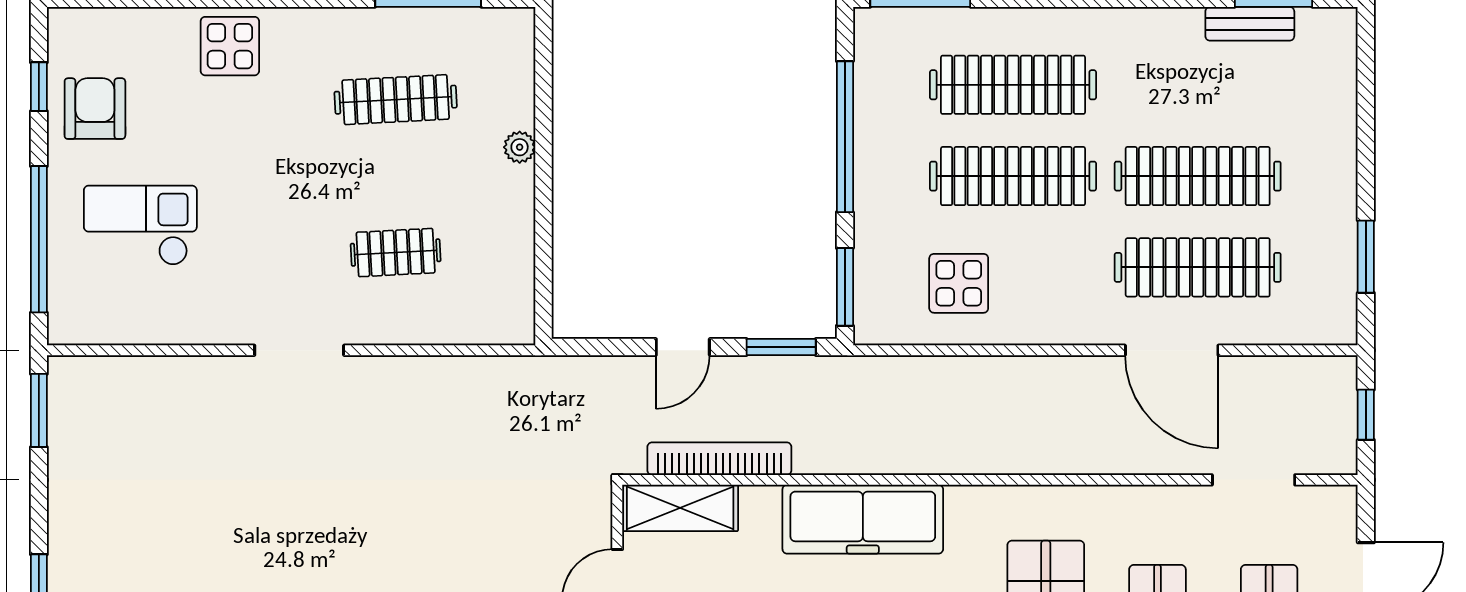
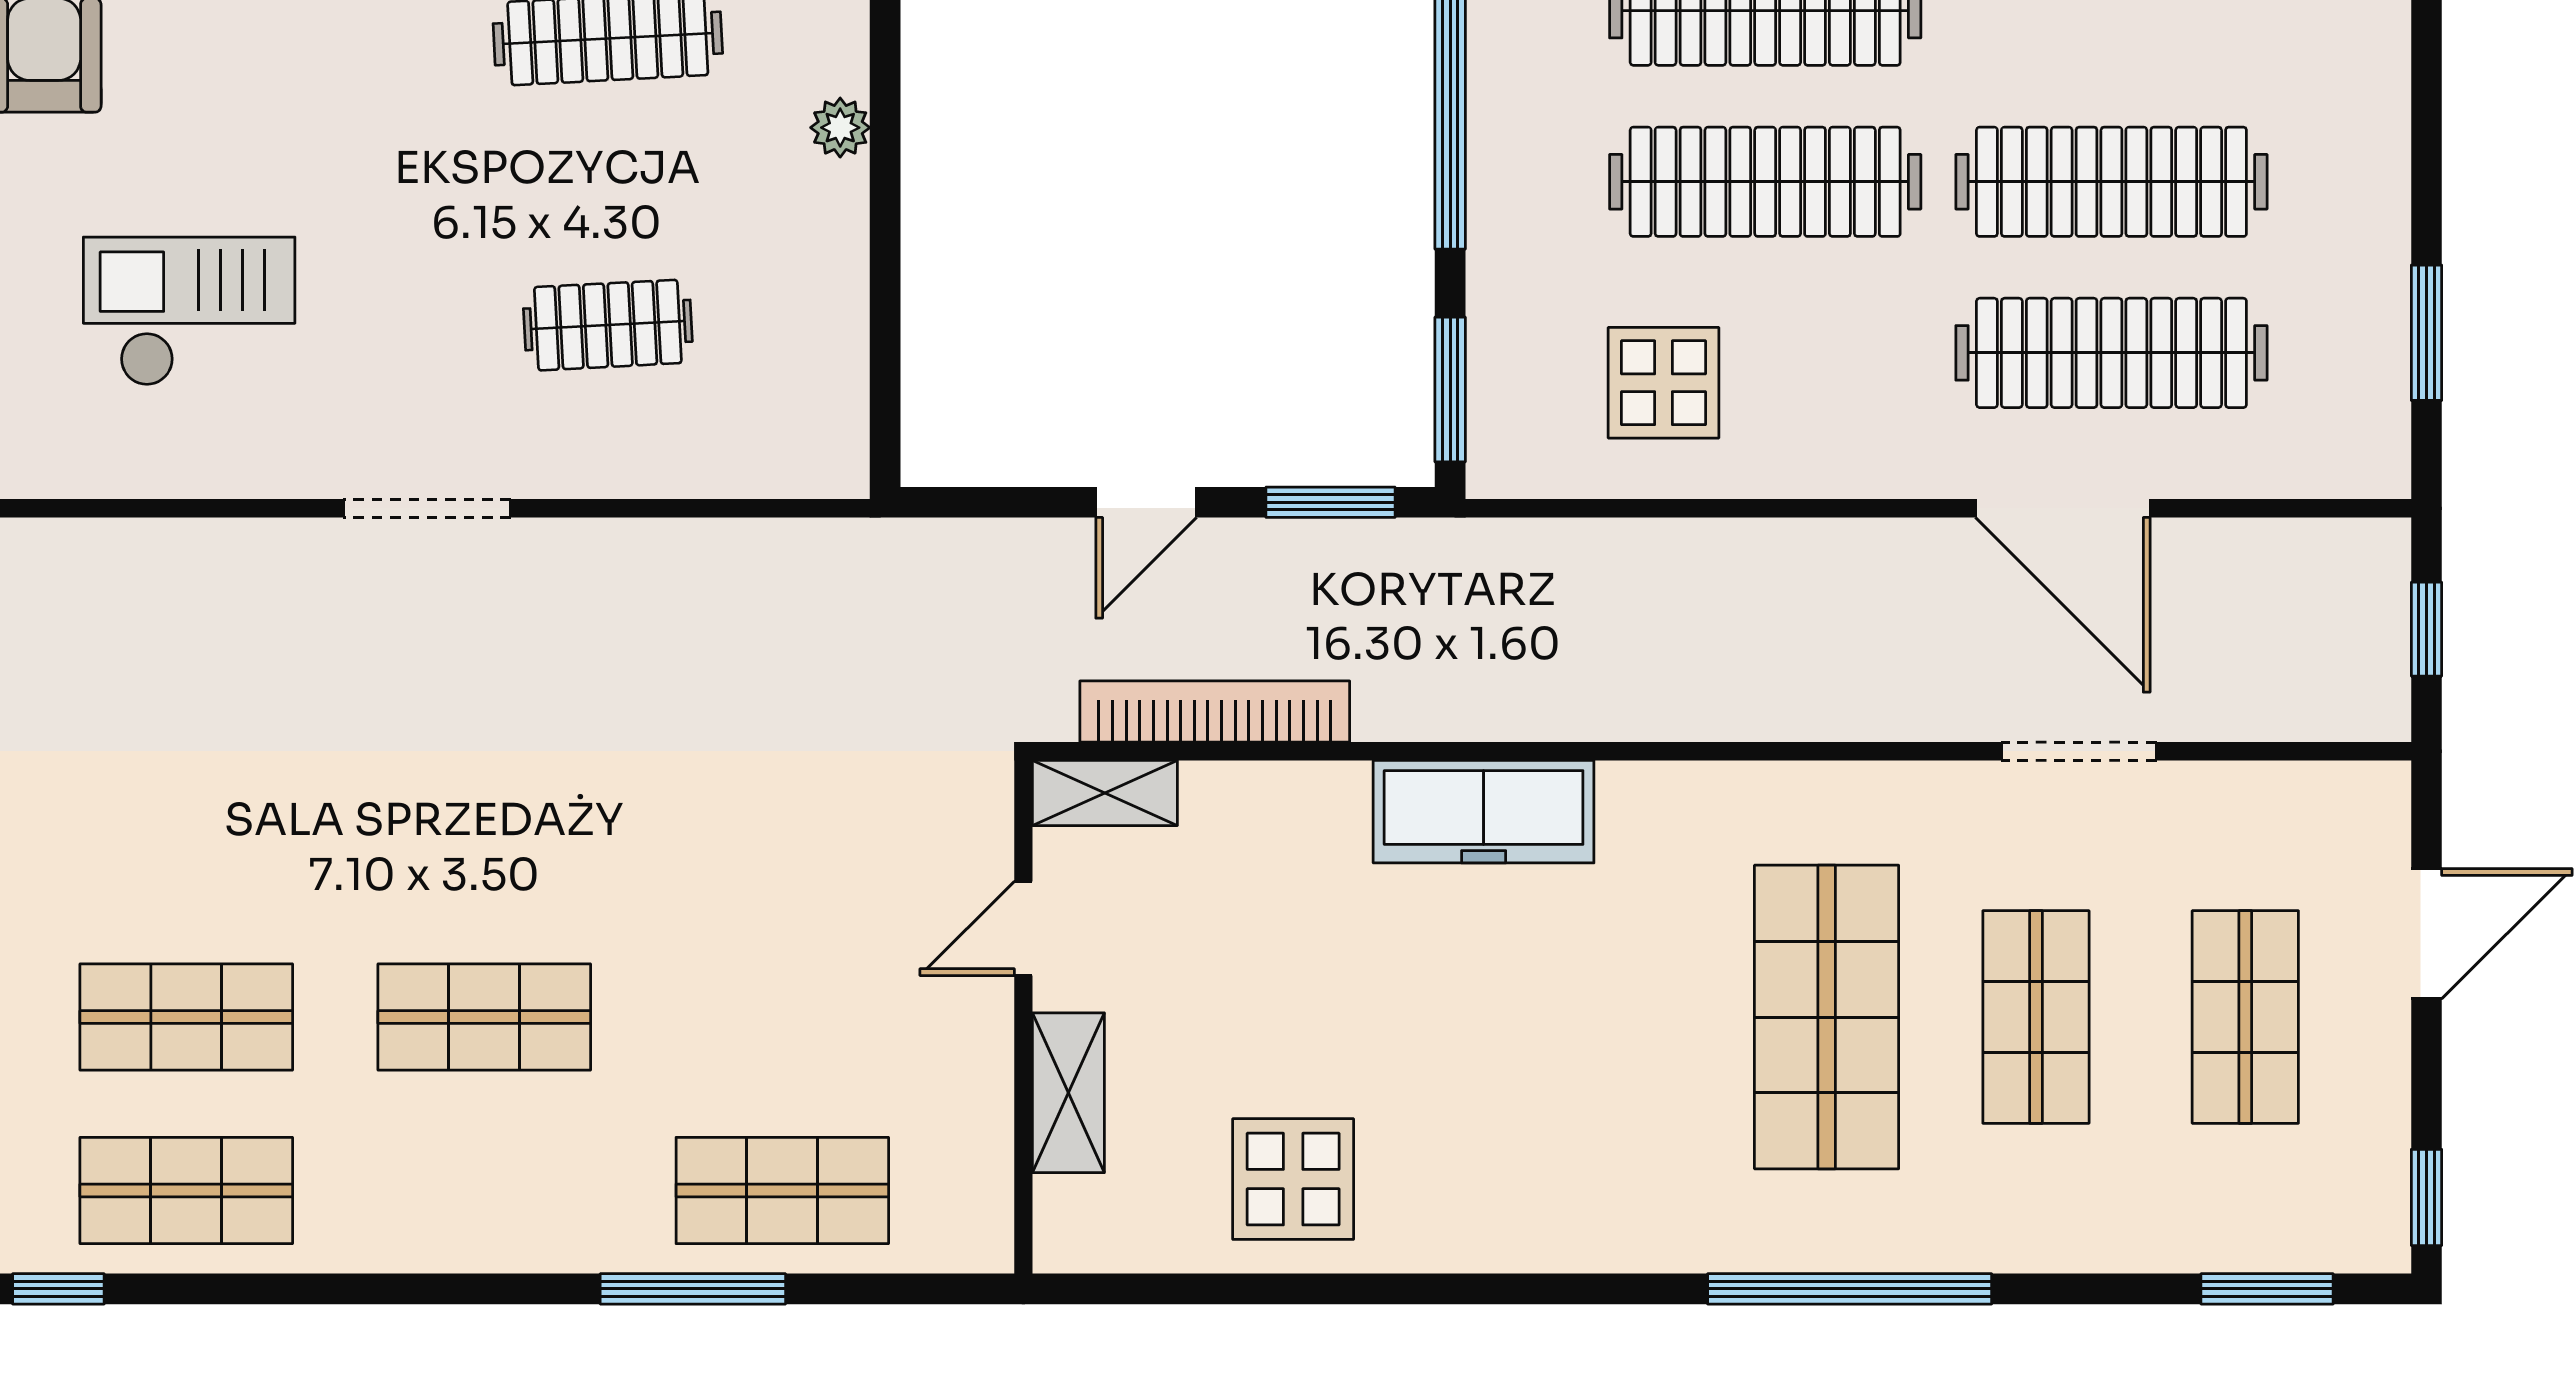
checkout: (140, 225) -> (189, 311), moved
doorway: (1254, 480) -> (2079, 751), moved
shelving: (680, 508) -> (1105, 793), width x0.67, depth x0.75
freezer: (863, 519) -> (1484, 812), width x0.73, depth x0.79

